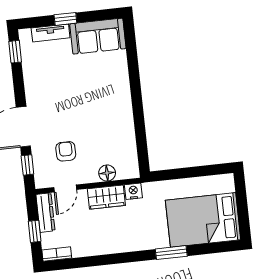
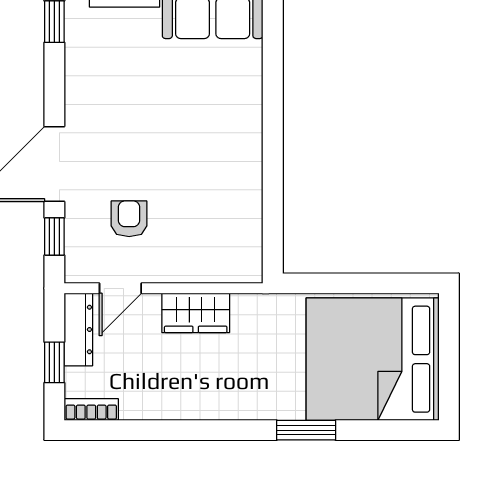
floor lamp: (107, 173) -> (202, 268), removed
nightstand: (133, 191) -> (248, 307), removed
bed: (203, 220) -> (373, 359), width x1.36

